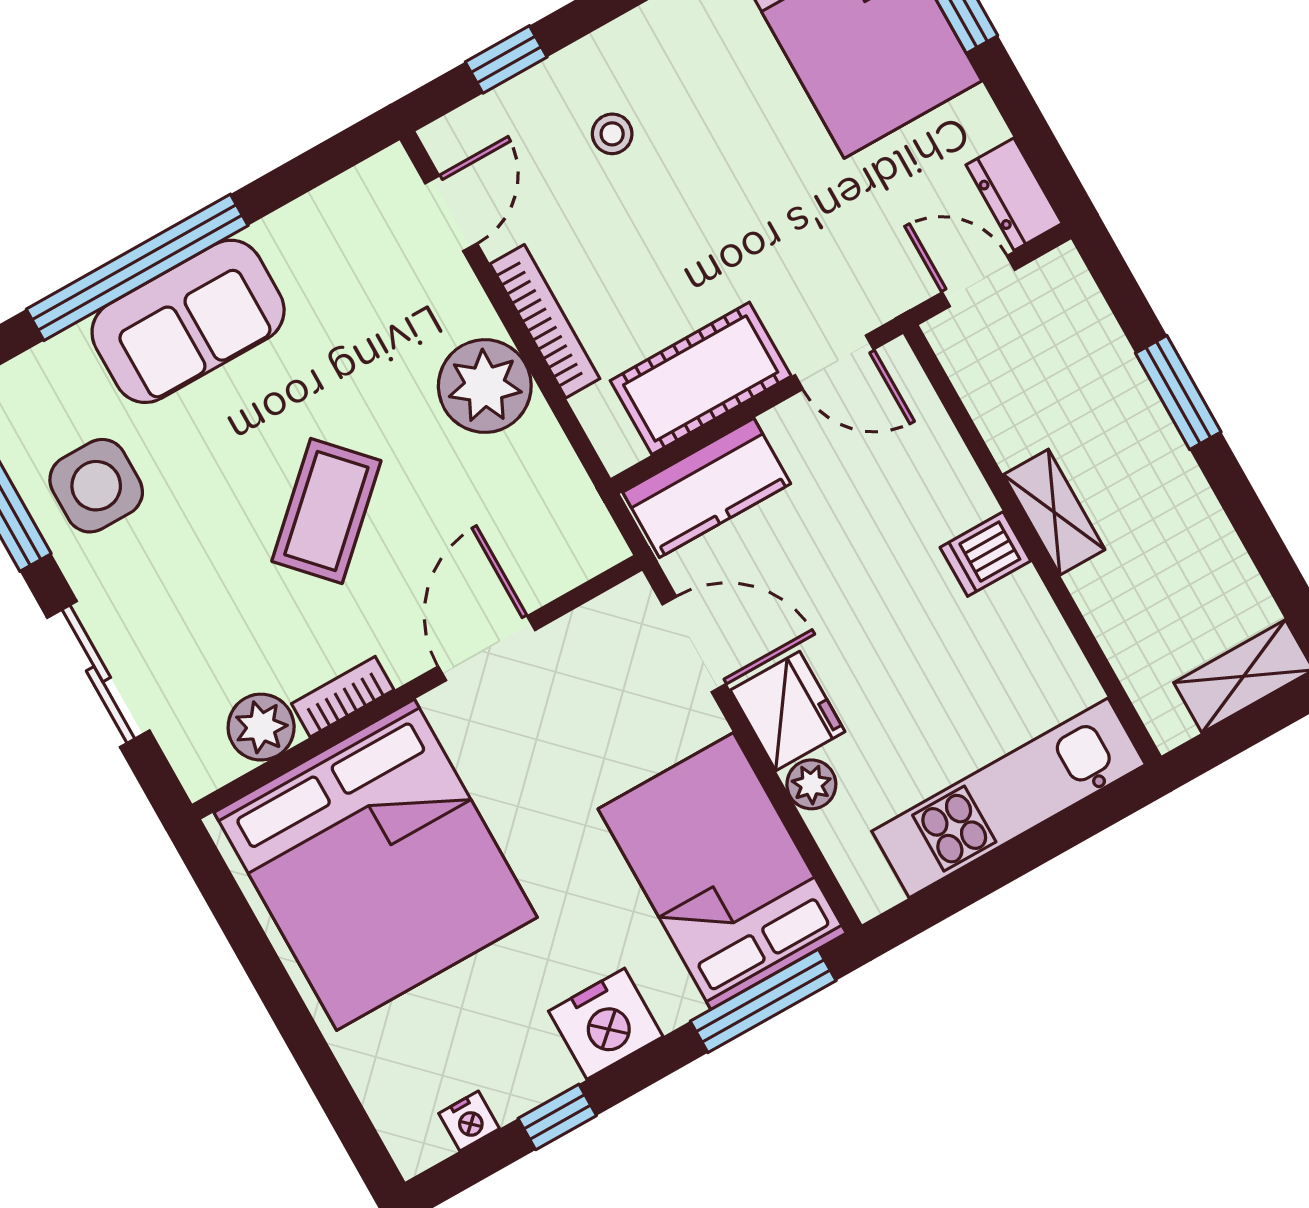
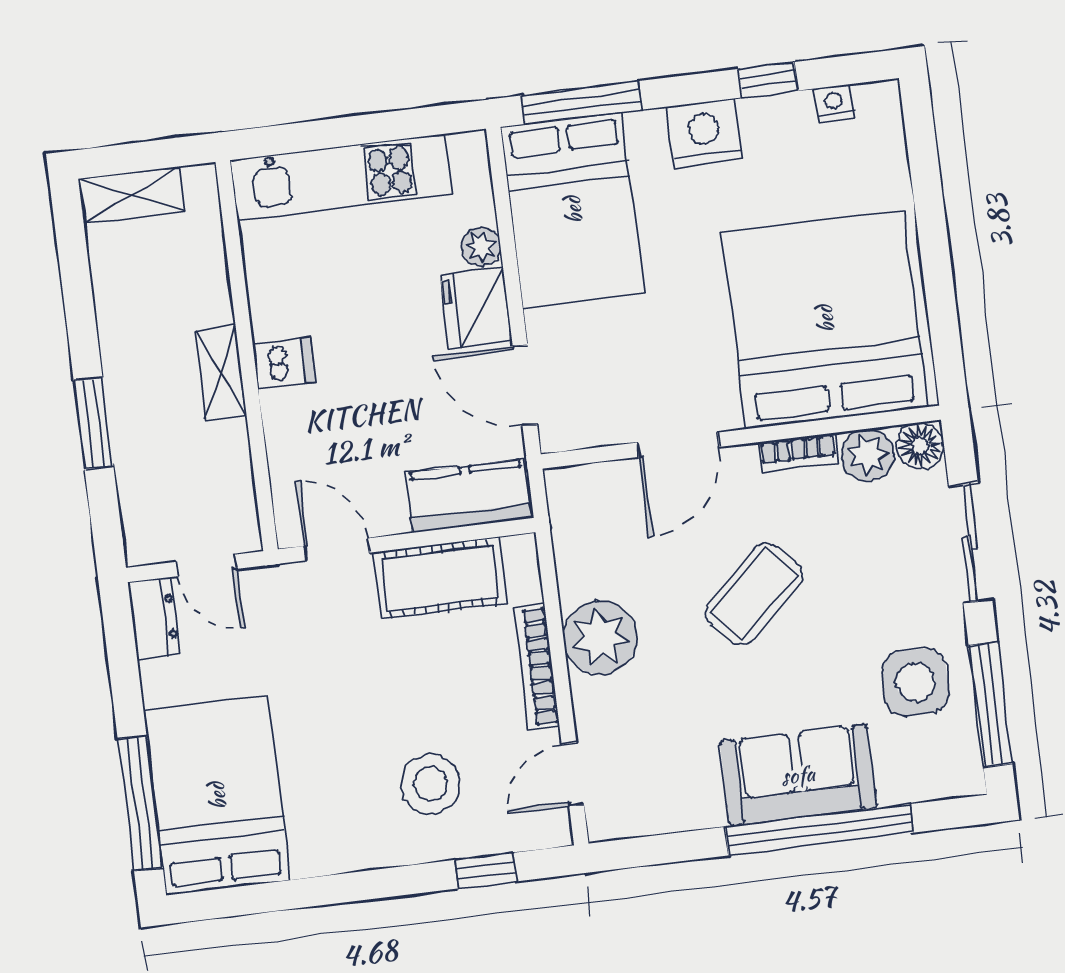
stool: (612, 134) -> (431, 784), width x1.89, depth x1.89
floor lamp: (204, 763) -> (920, 446), added

